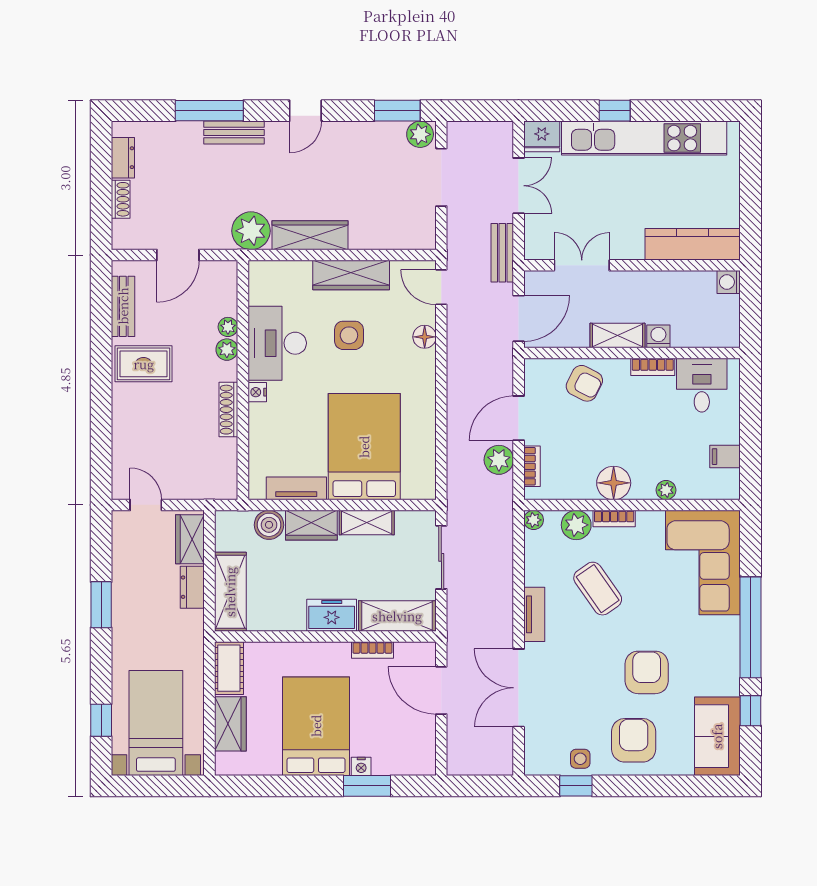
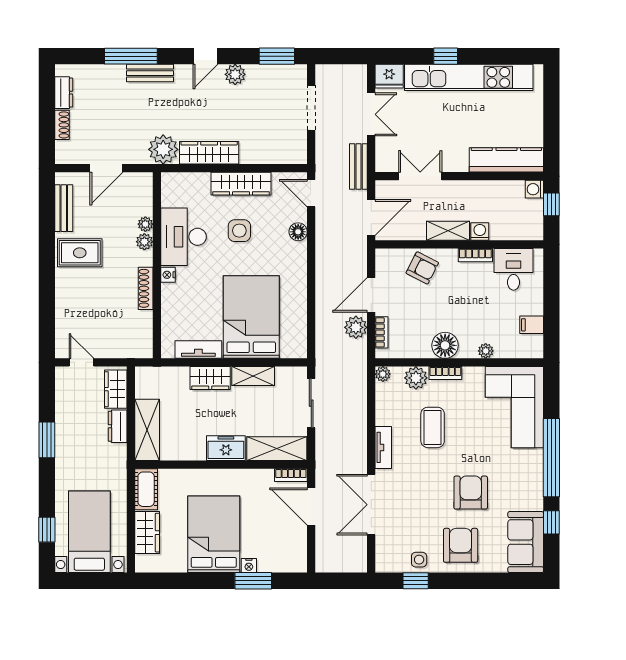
plant: (420, 134) -> (235, 74), moved
window: (751, 301) -> (551, 204), added
boiler: (269, 525) -> (177, 378), removed
coffee table: (598, 589) -> (433, 427), turned 35
bookcase: (372, 650) -> (291, 475), moved

